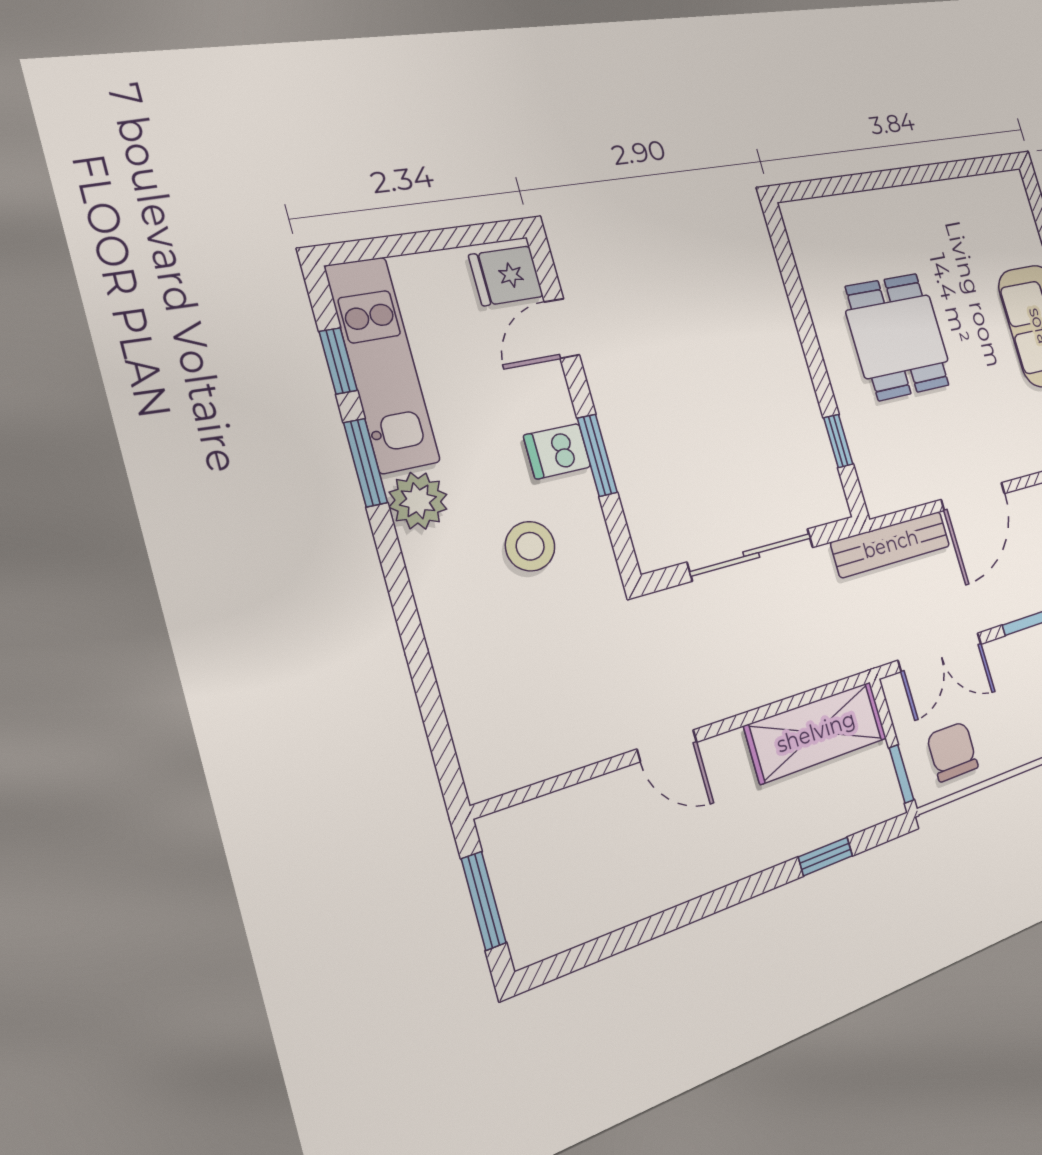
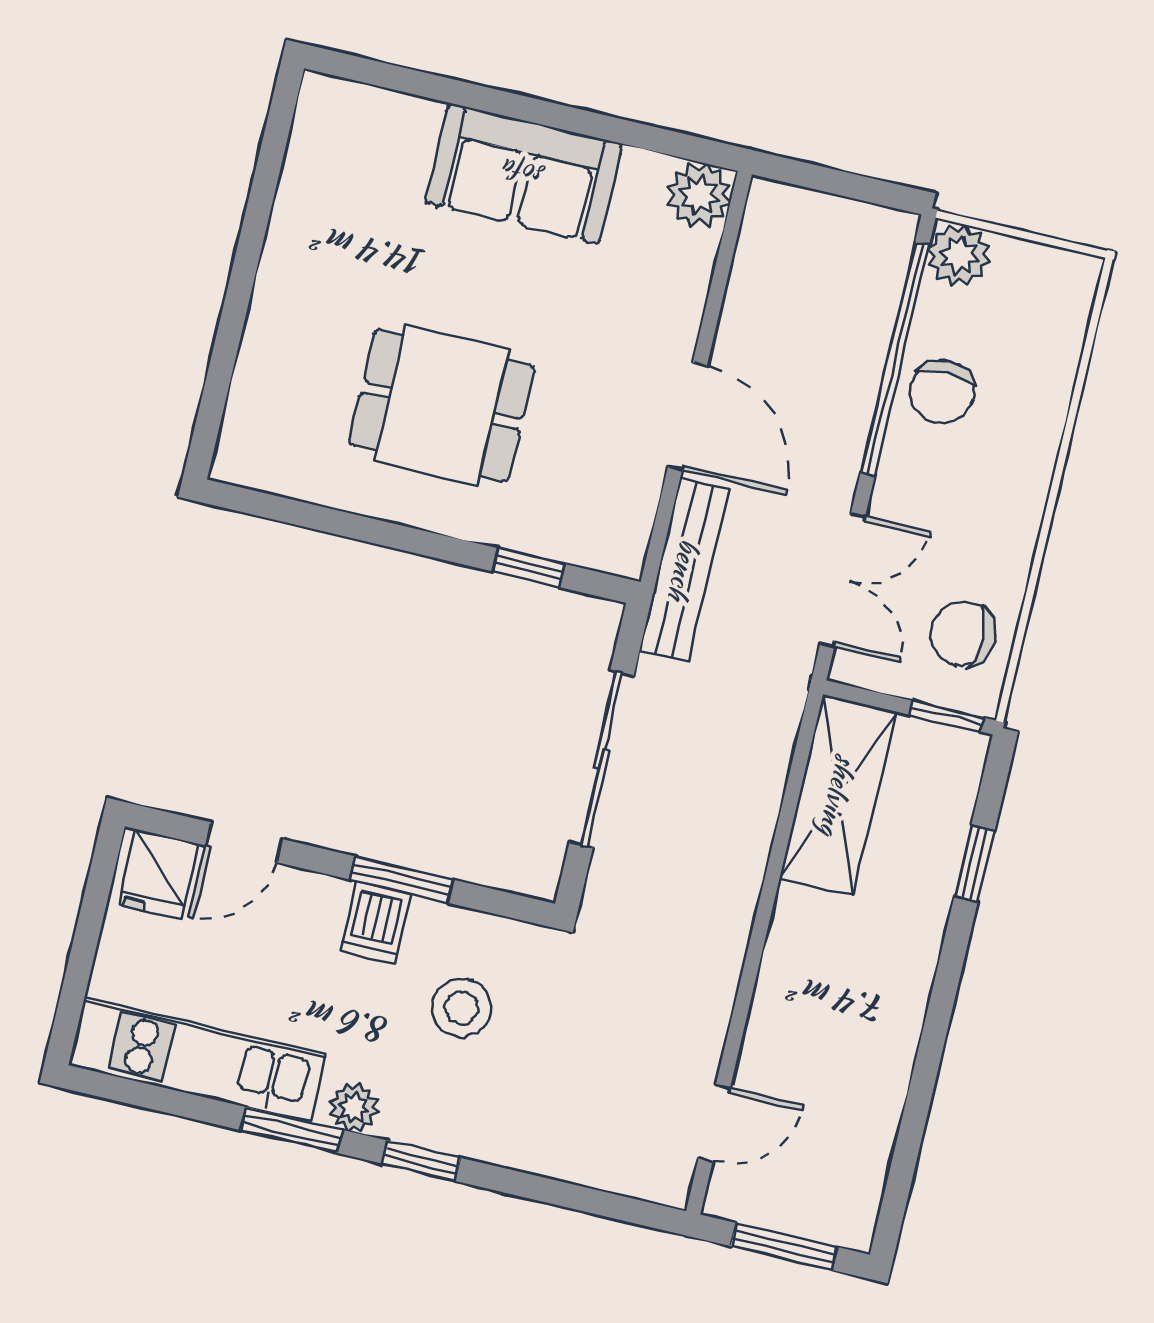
door: (562, 328) -> (244, 842), hinge flipped
window: (338, 361) -> (421, 1161), moved
plant: (418, 501) -> (354, 1107), width x0.73, depth x0.73
door: (667, 746) -> (714, 1123), moved

